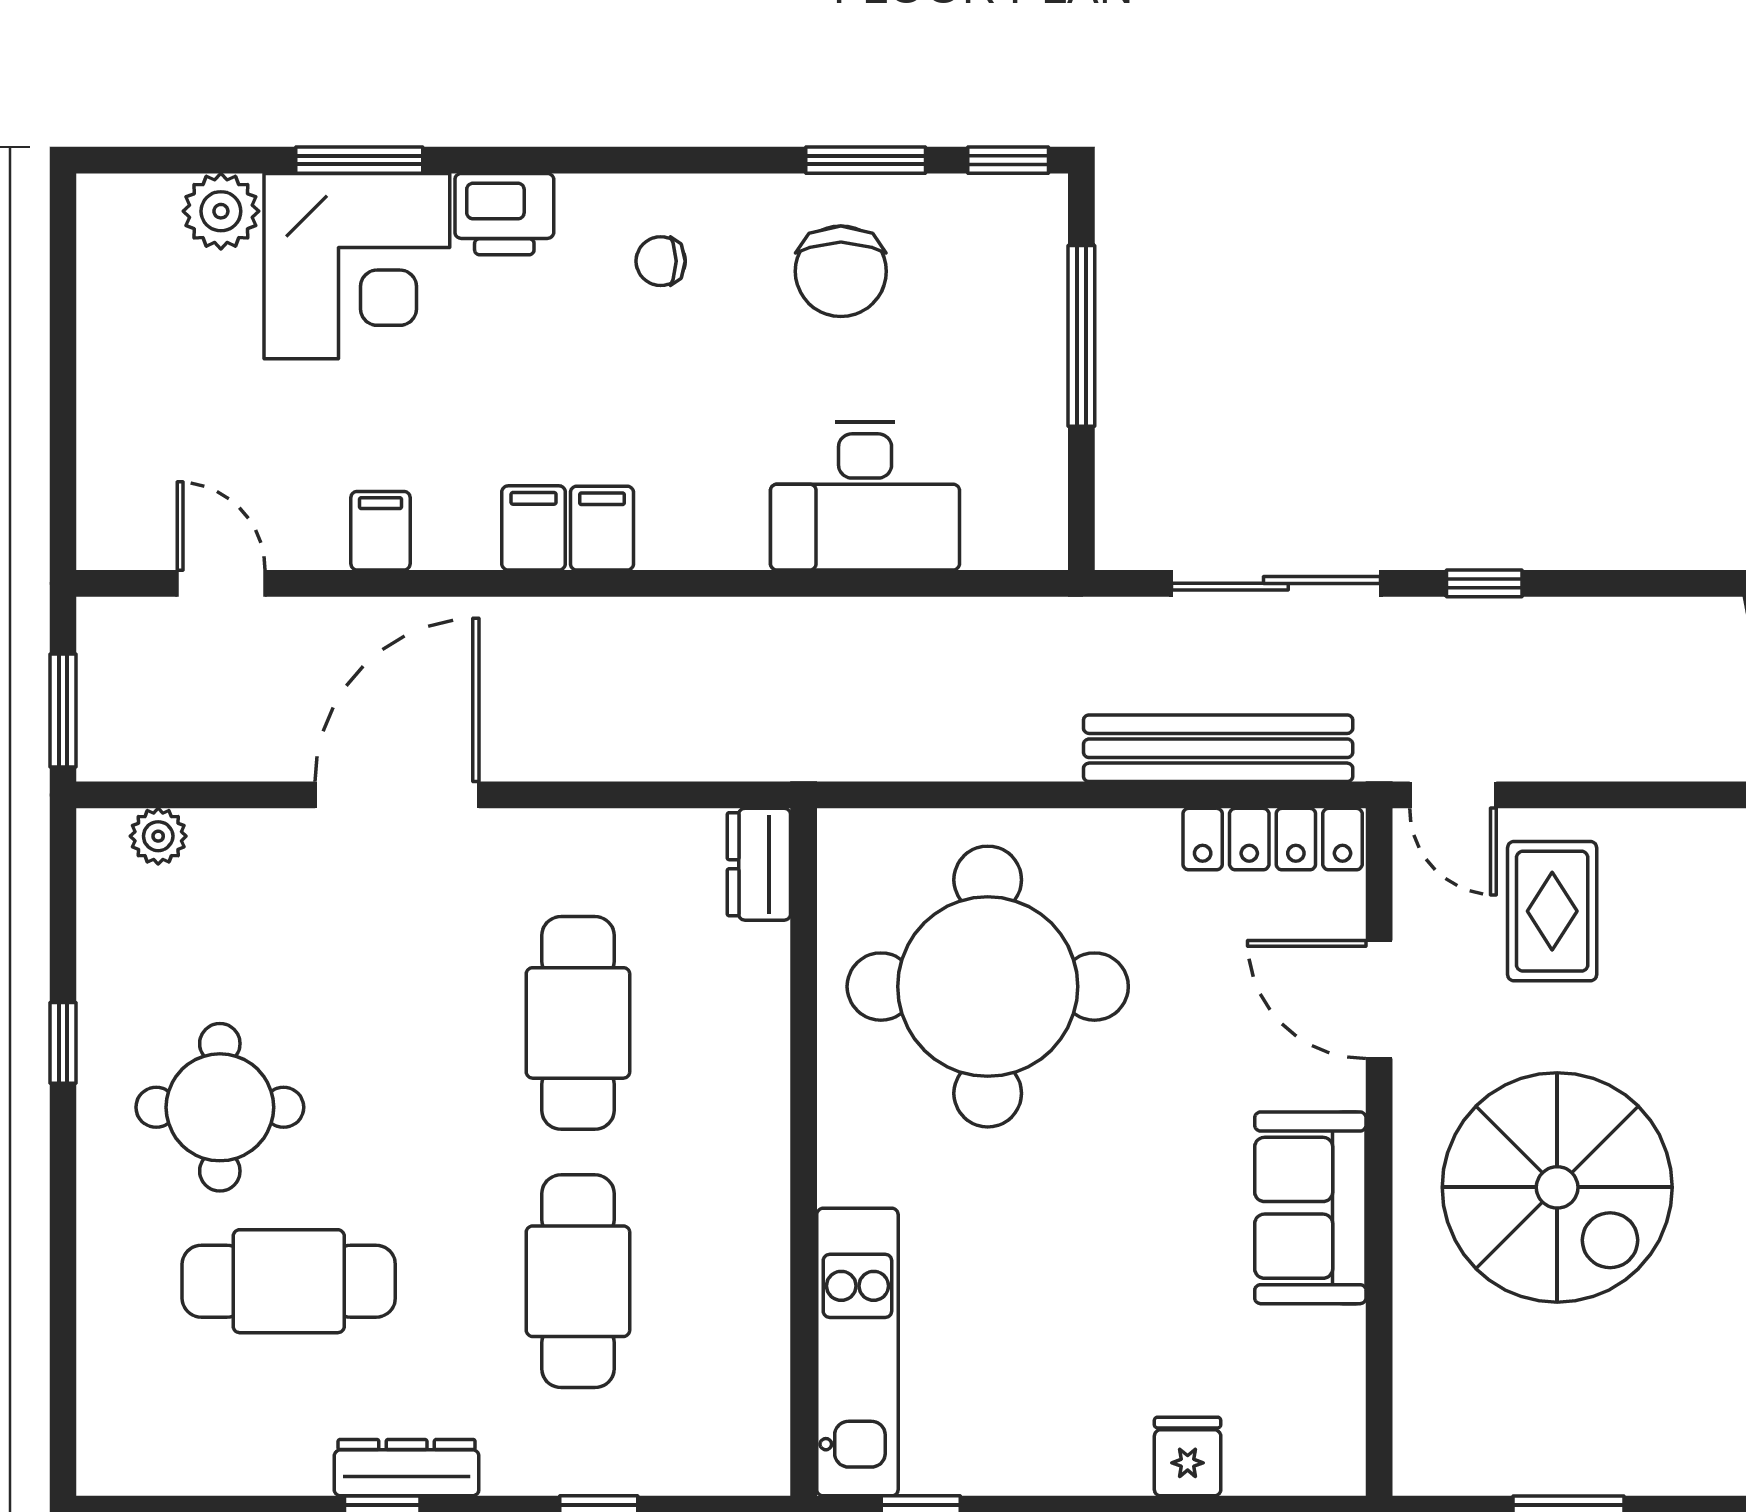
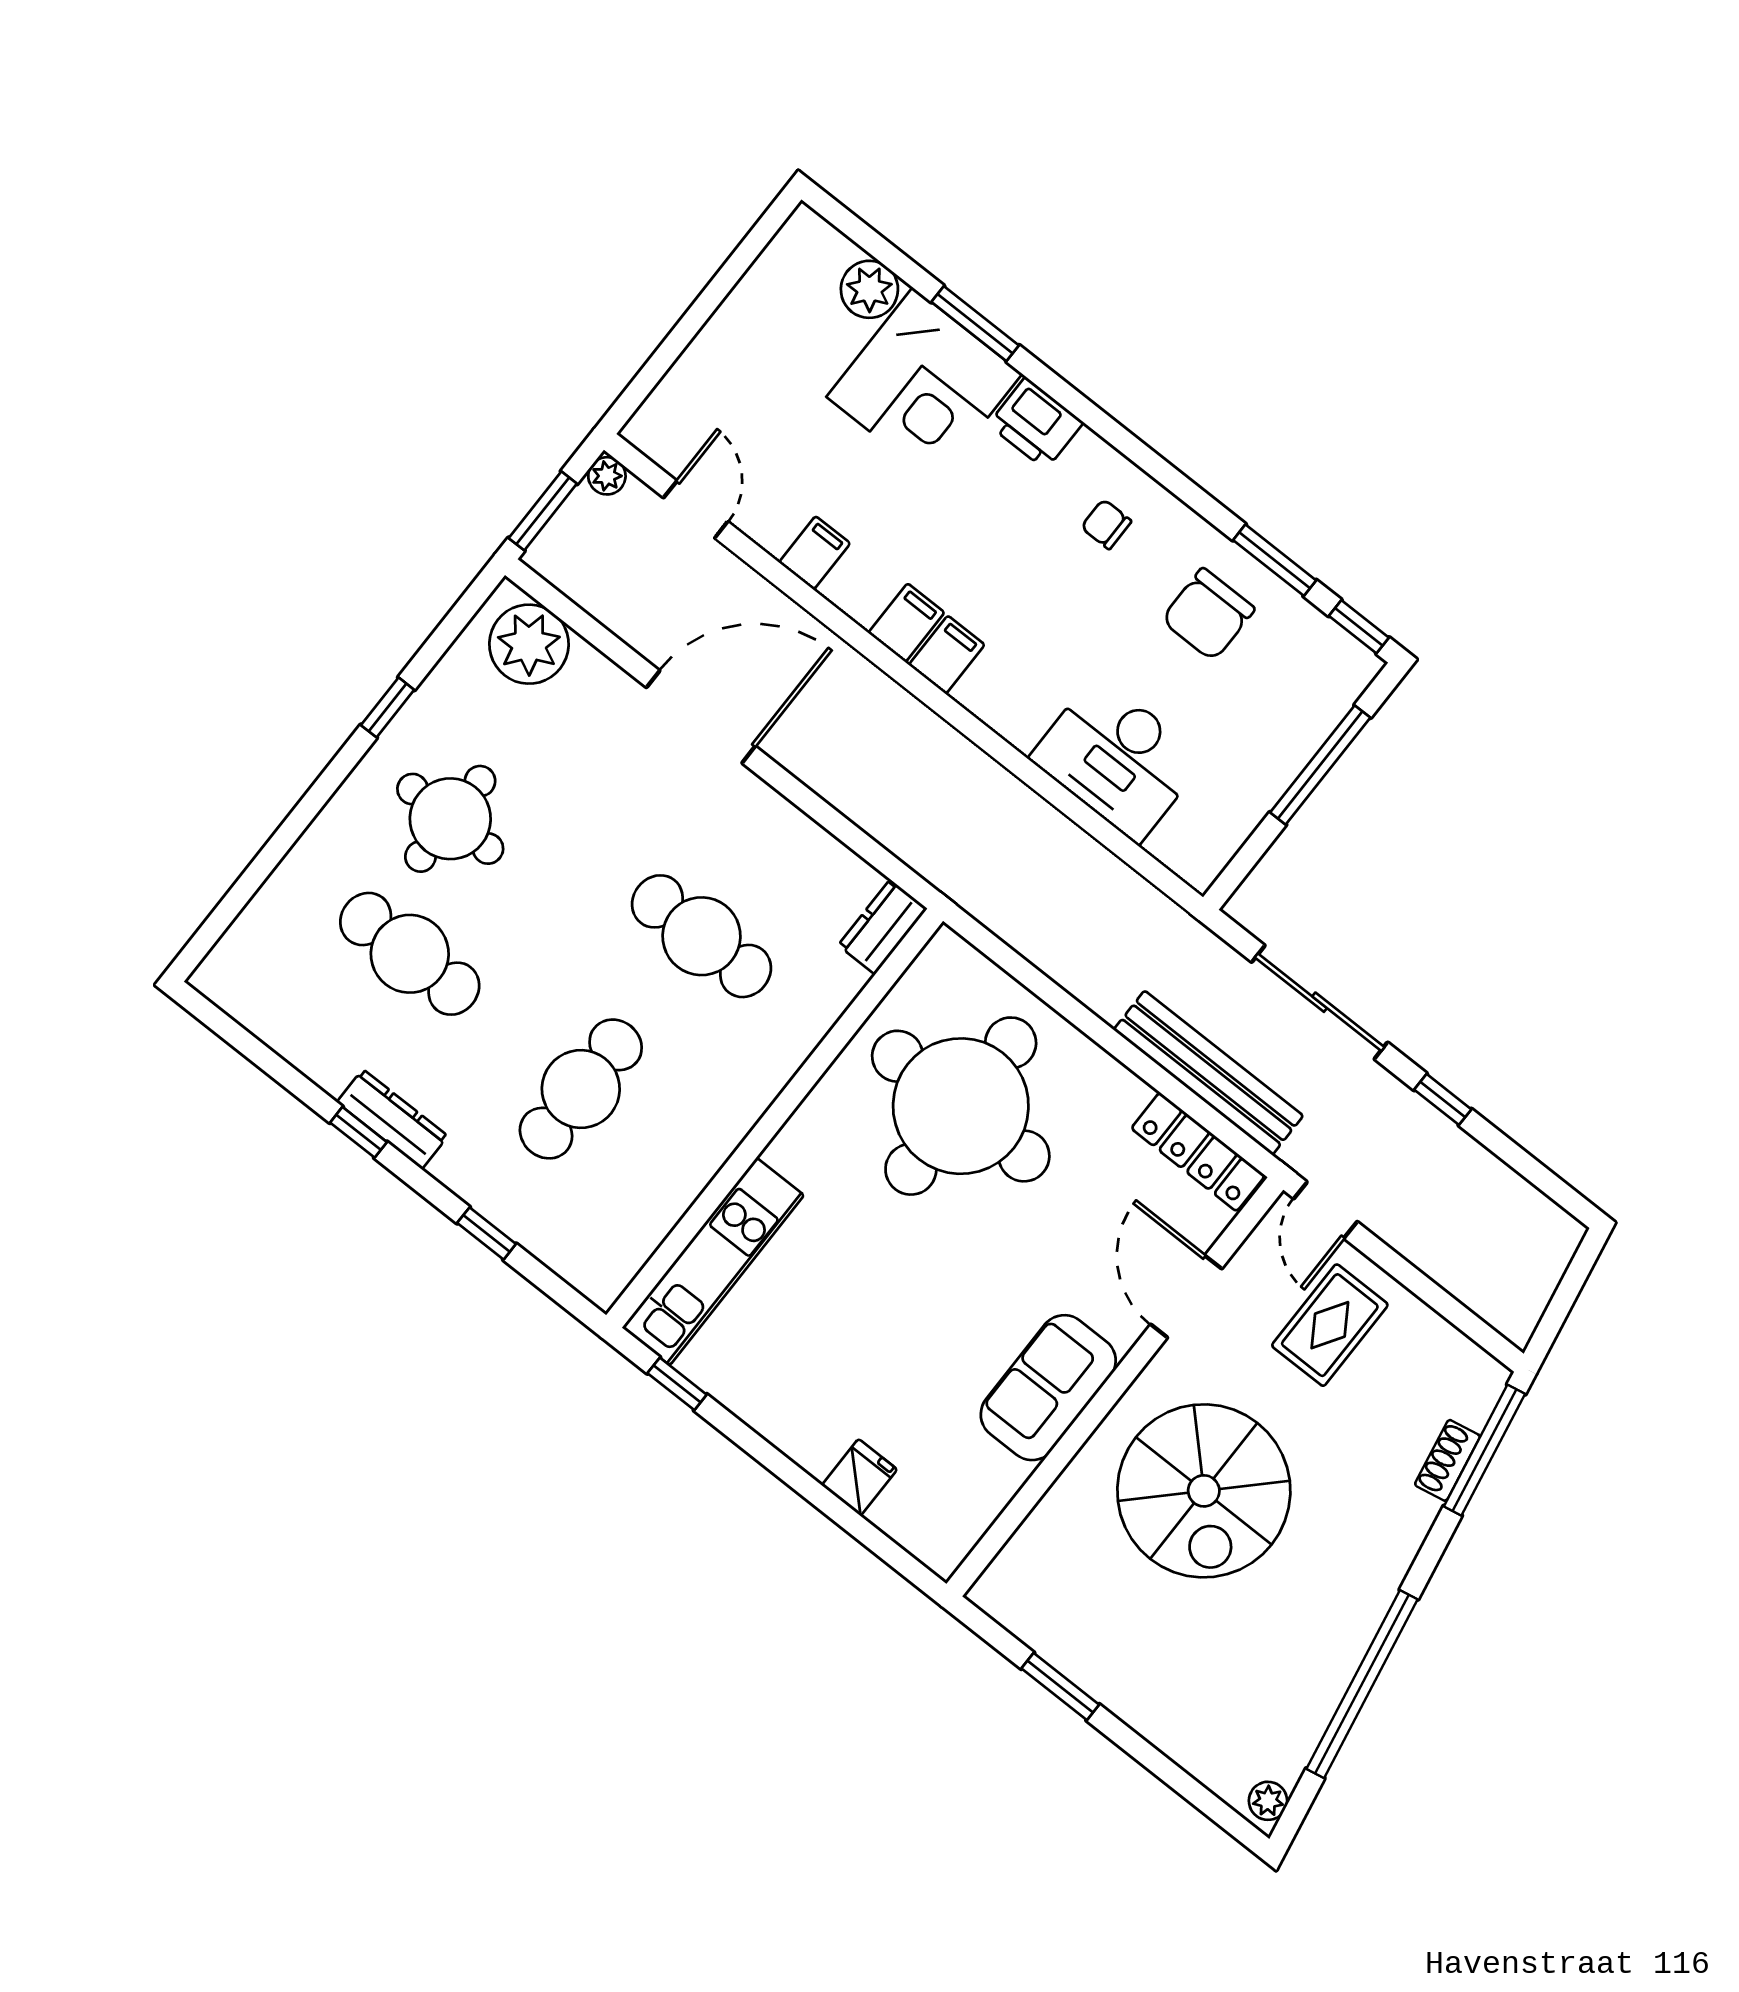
plant: (101, 621) -> (607, 476), added
plant: (158, 836) -> (529, 644), width x1.88, depth x1.88
cafe table: (578, 1023) -> (701, 936), turned 90

